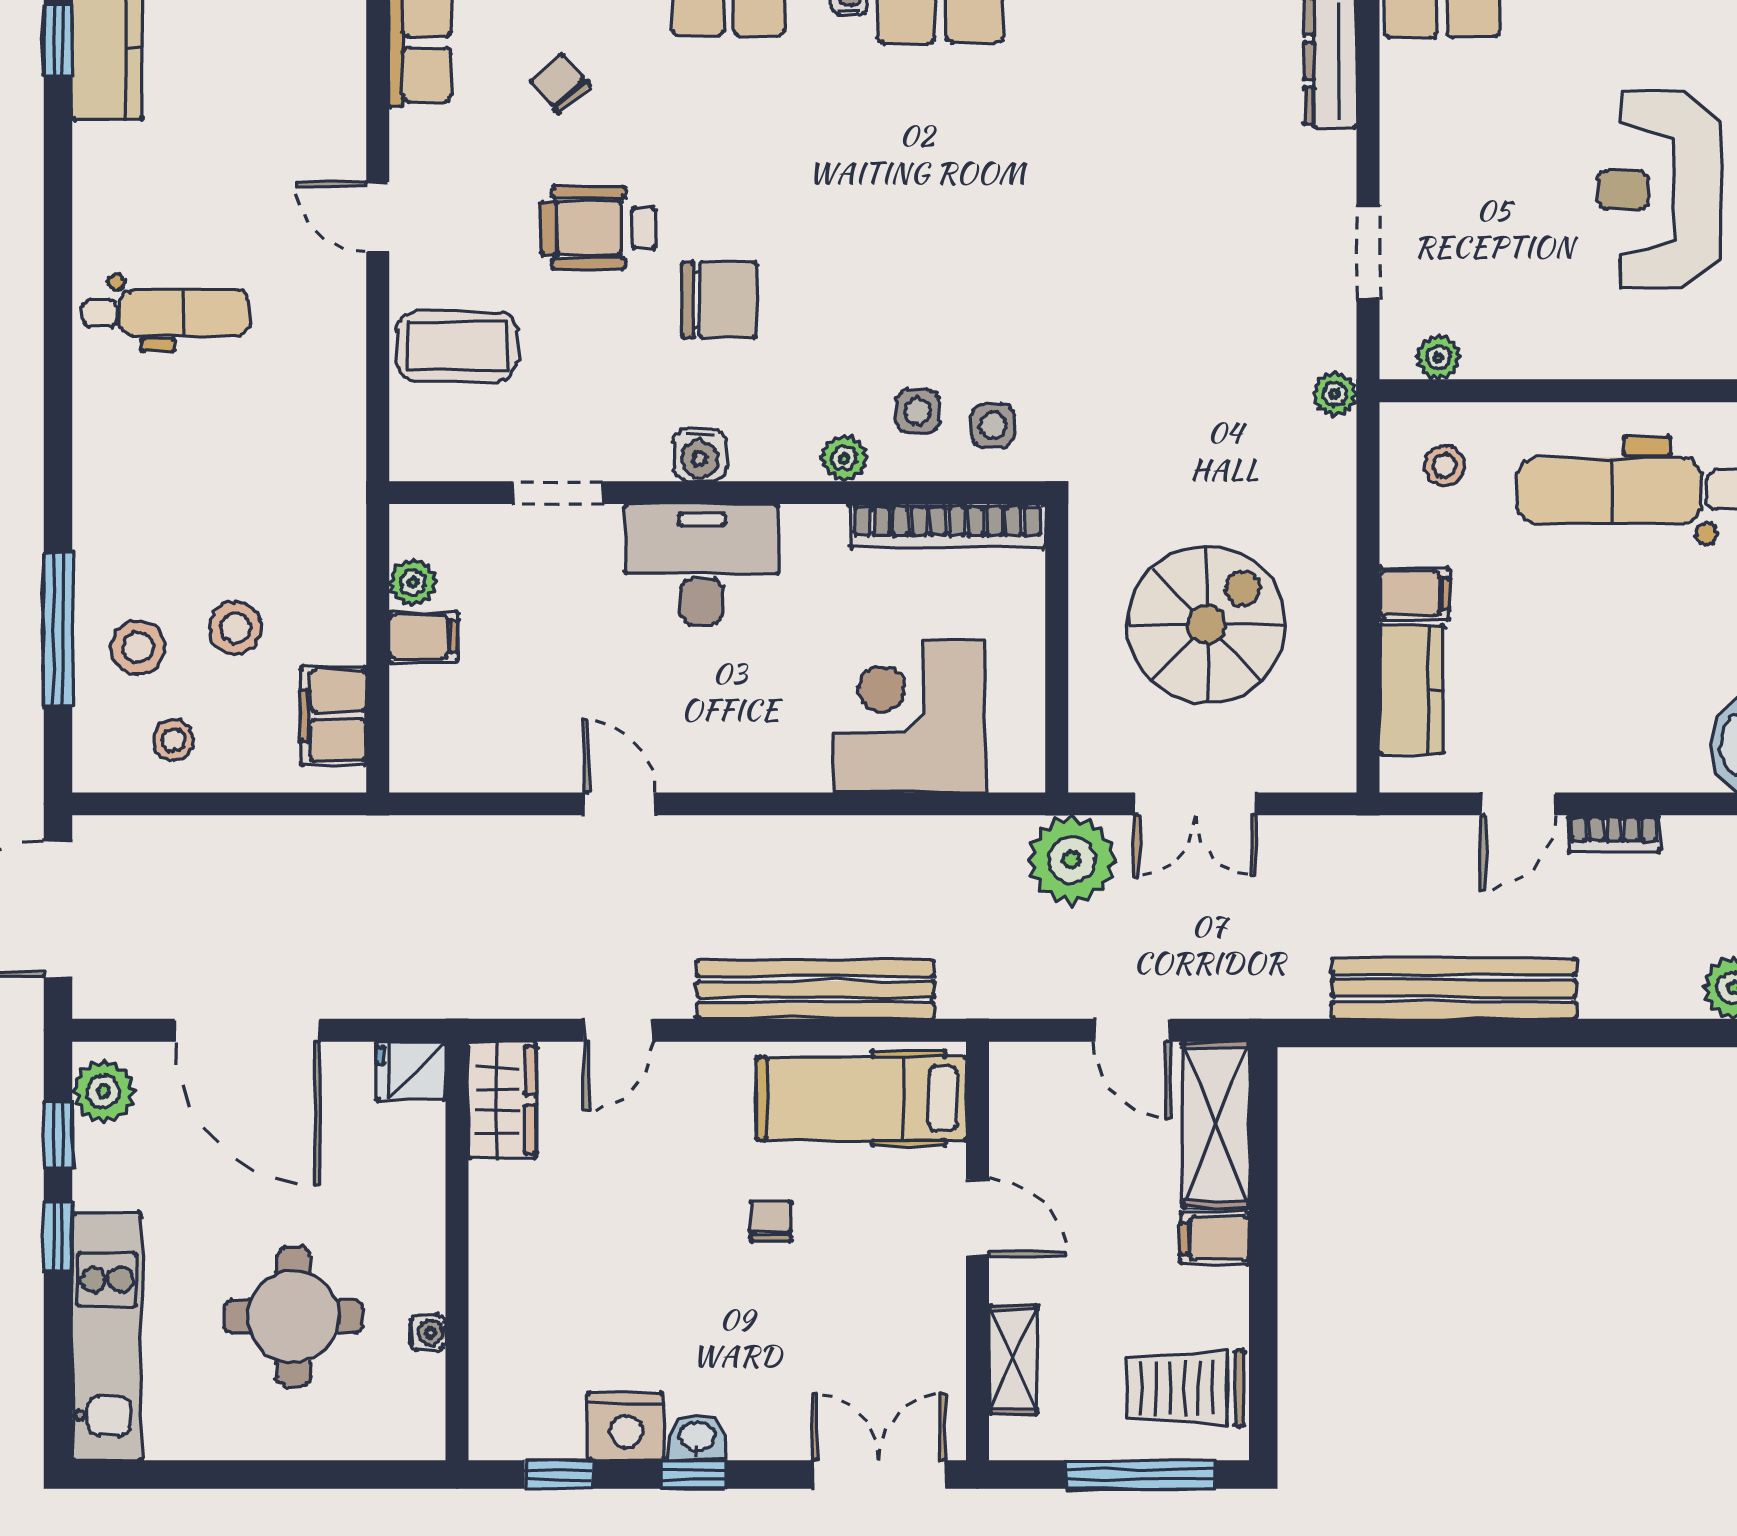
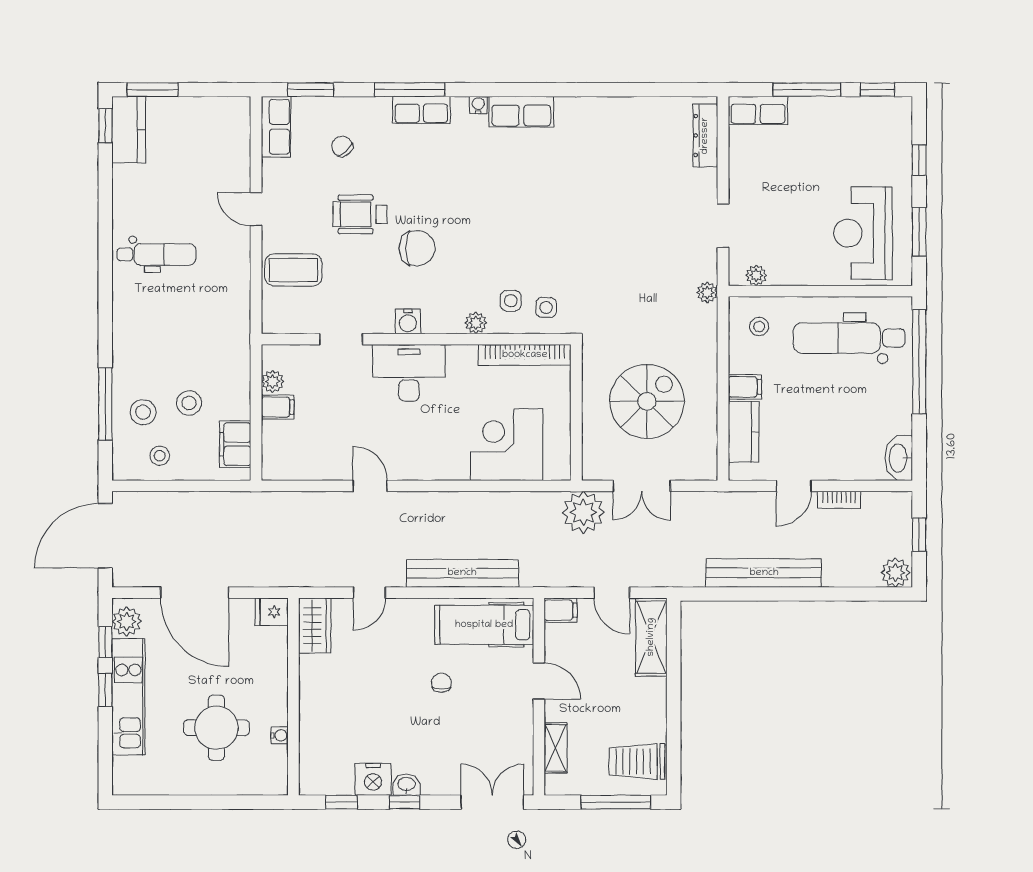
reception desk: (1659, 190) -> (863, 233), moved
filing cabinet: (1215, 1238) -> (561, 610), moved, turned 180
kitchen unit: (107, 1337) -> (128, 697), moved

